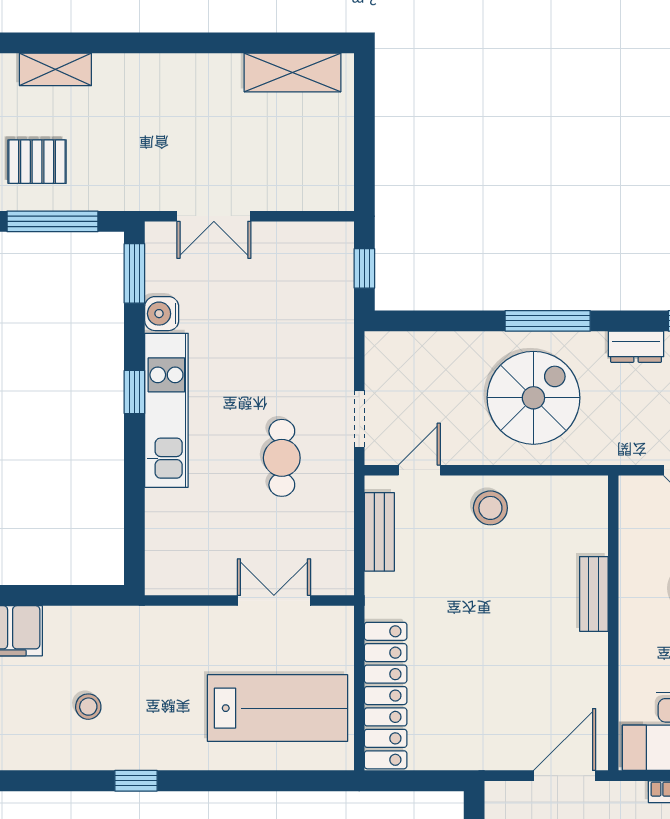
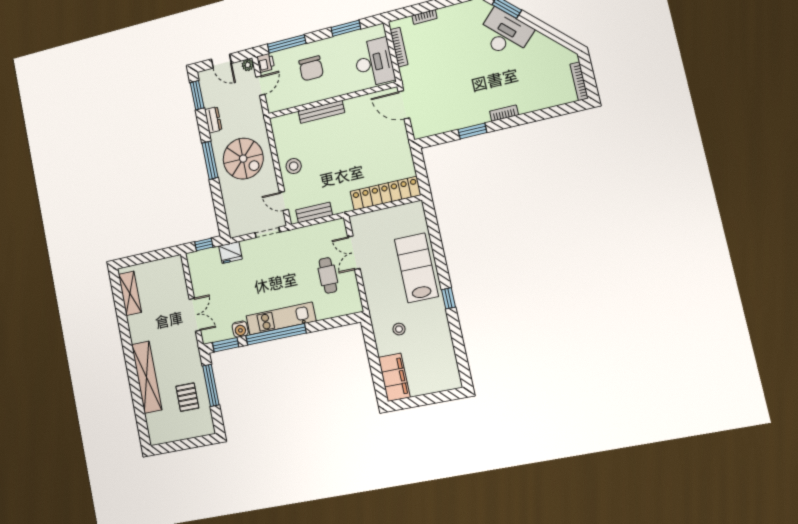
shelving: (55, 69) -> (147, 377), width x2.20, depth x1.33
fridge: (334, 326) -> (230, 252), added
window: (134, 392) -> (276, 334), width x3.17
spiral stairs: (533, 398) -> (243, 159), turned 180
cafe table: (282, 458) -> (328, 275), moved, turned 90
bench: (594, 594) -> (321, 112), width x1.36
stool: (88, 707) -> (399, 329), moved
lab bench: (278, 708) -> (416, 268), moved

